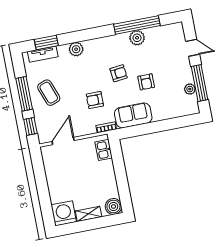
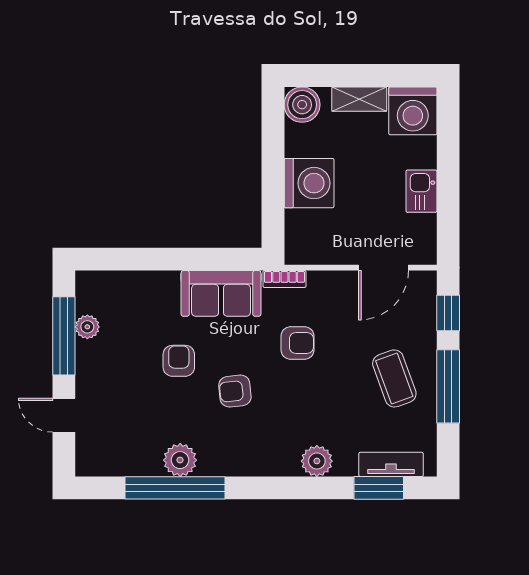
kitchen sink: (104, 150) -> (421, 191), moved, turned 180
washing machine: (104, 172) -> (309, 183), added

